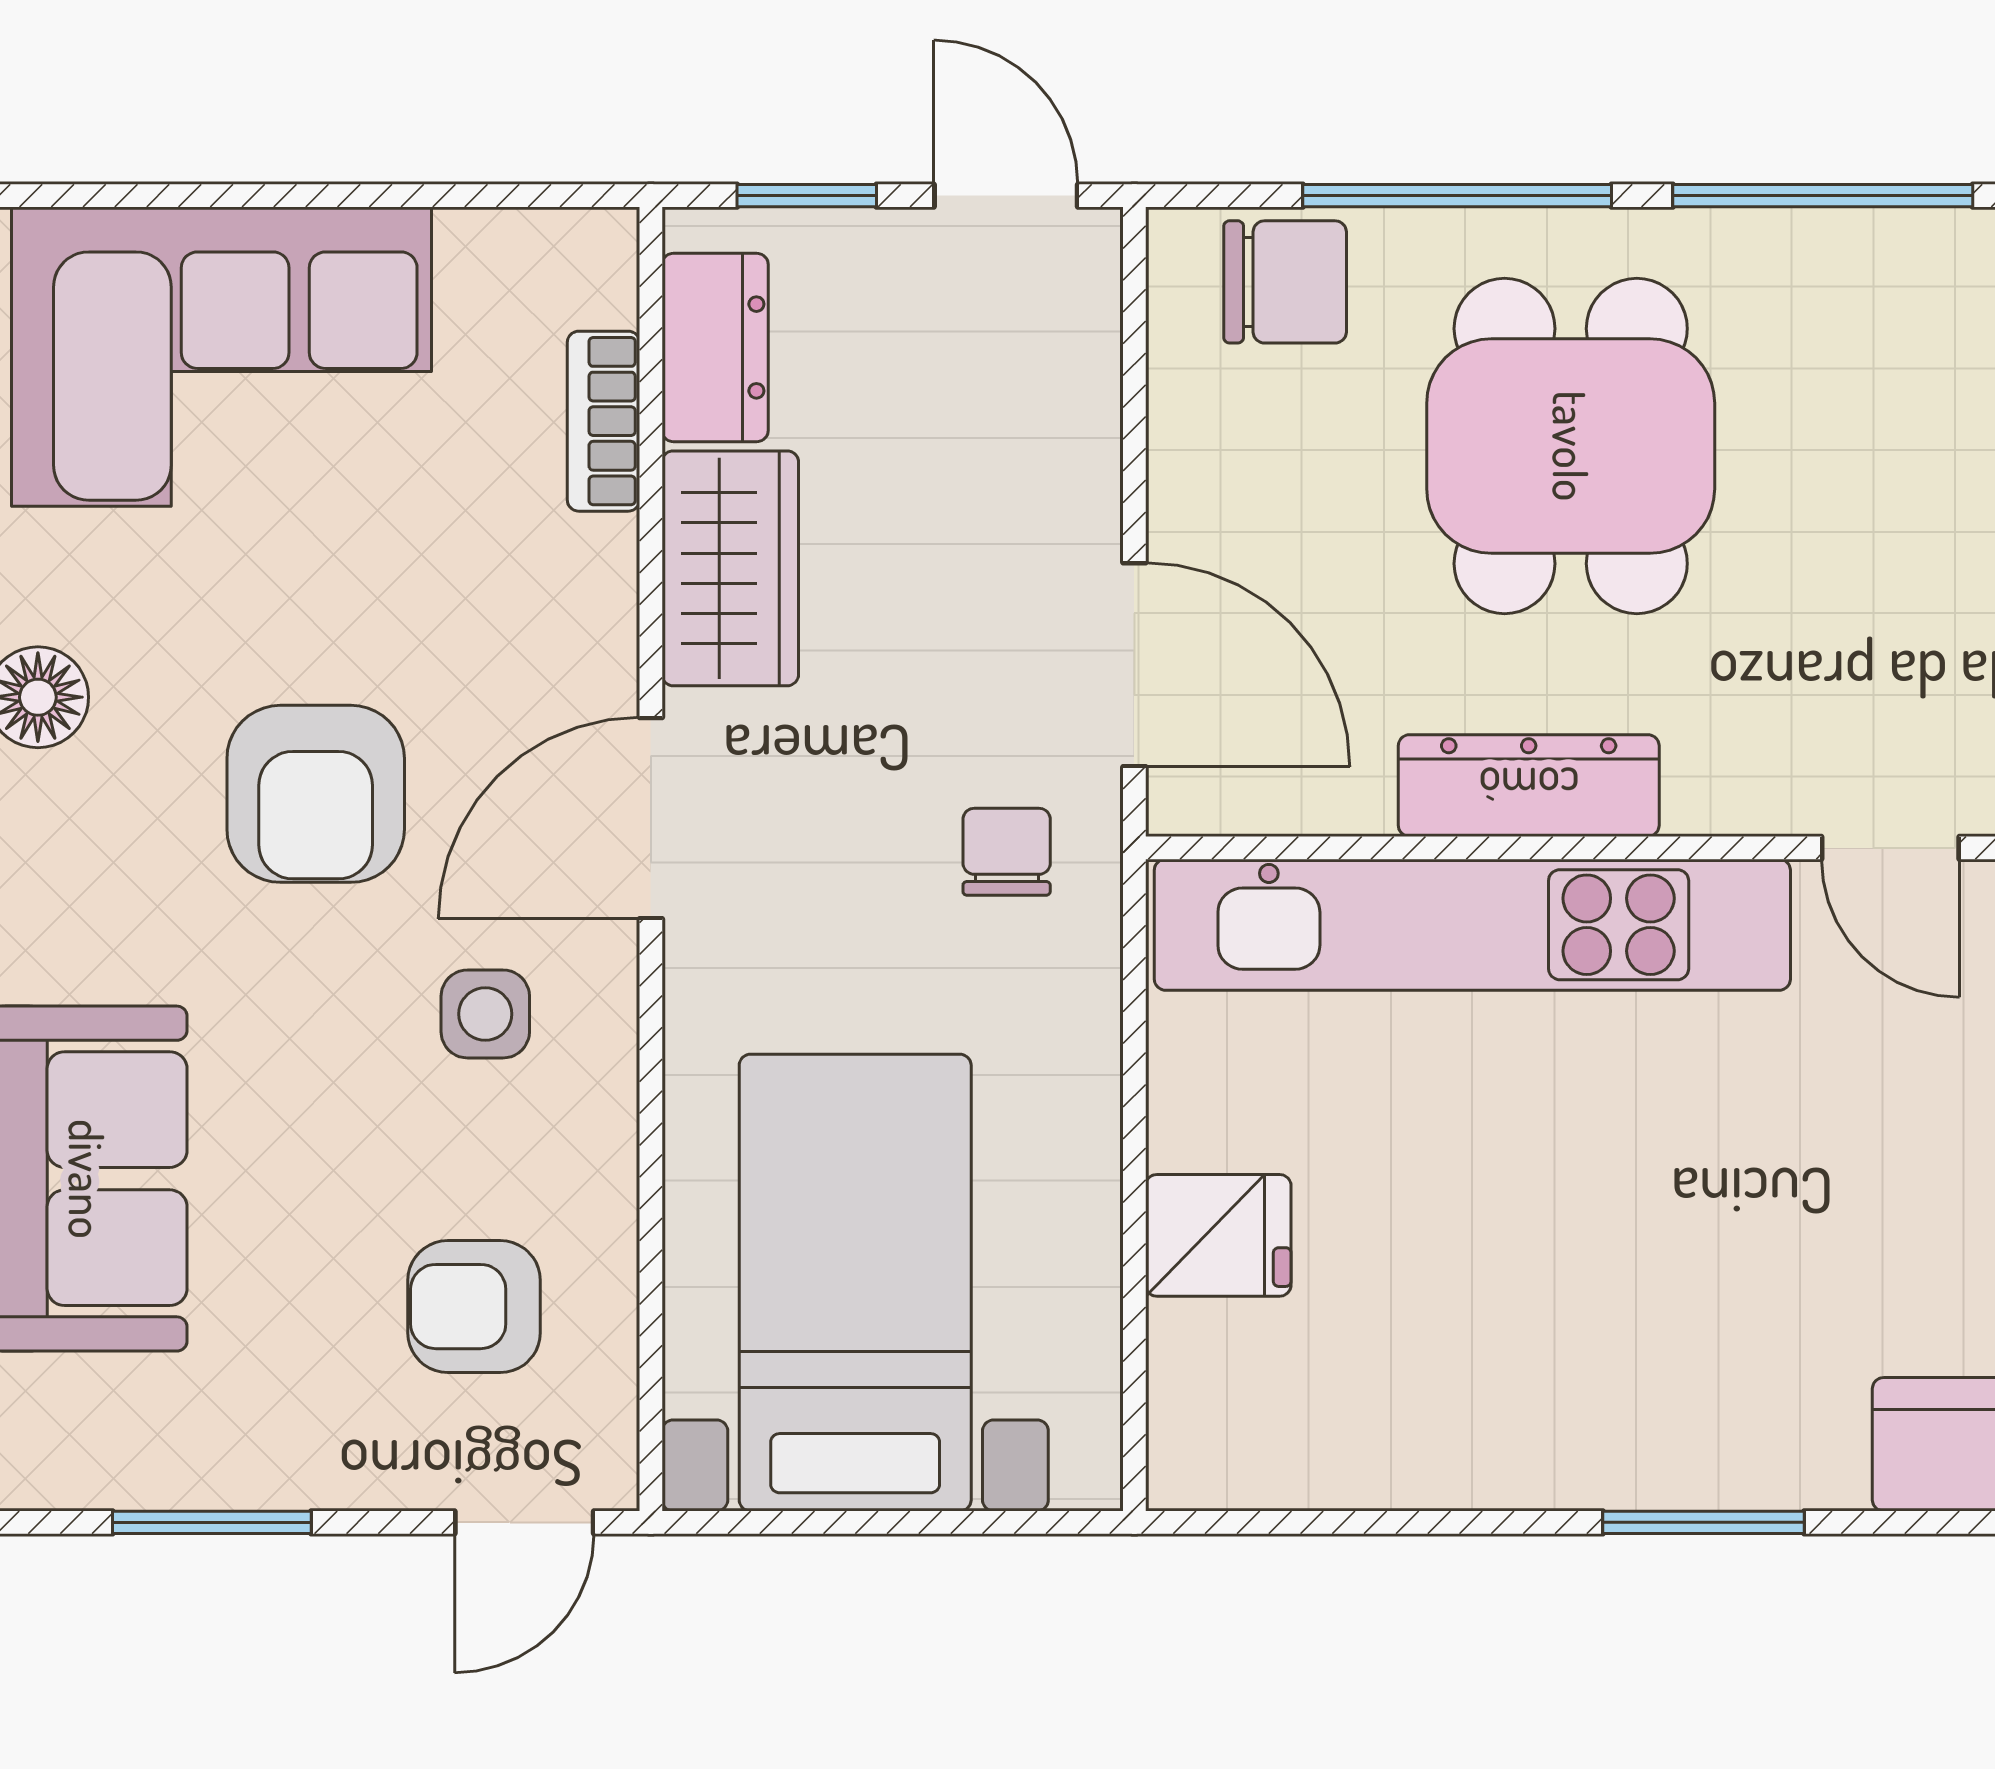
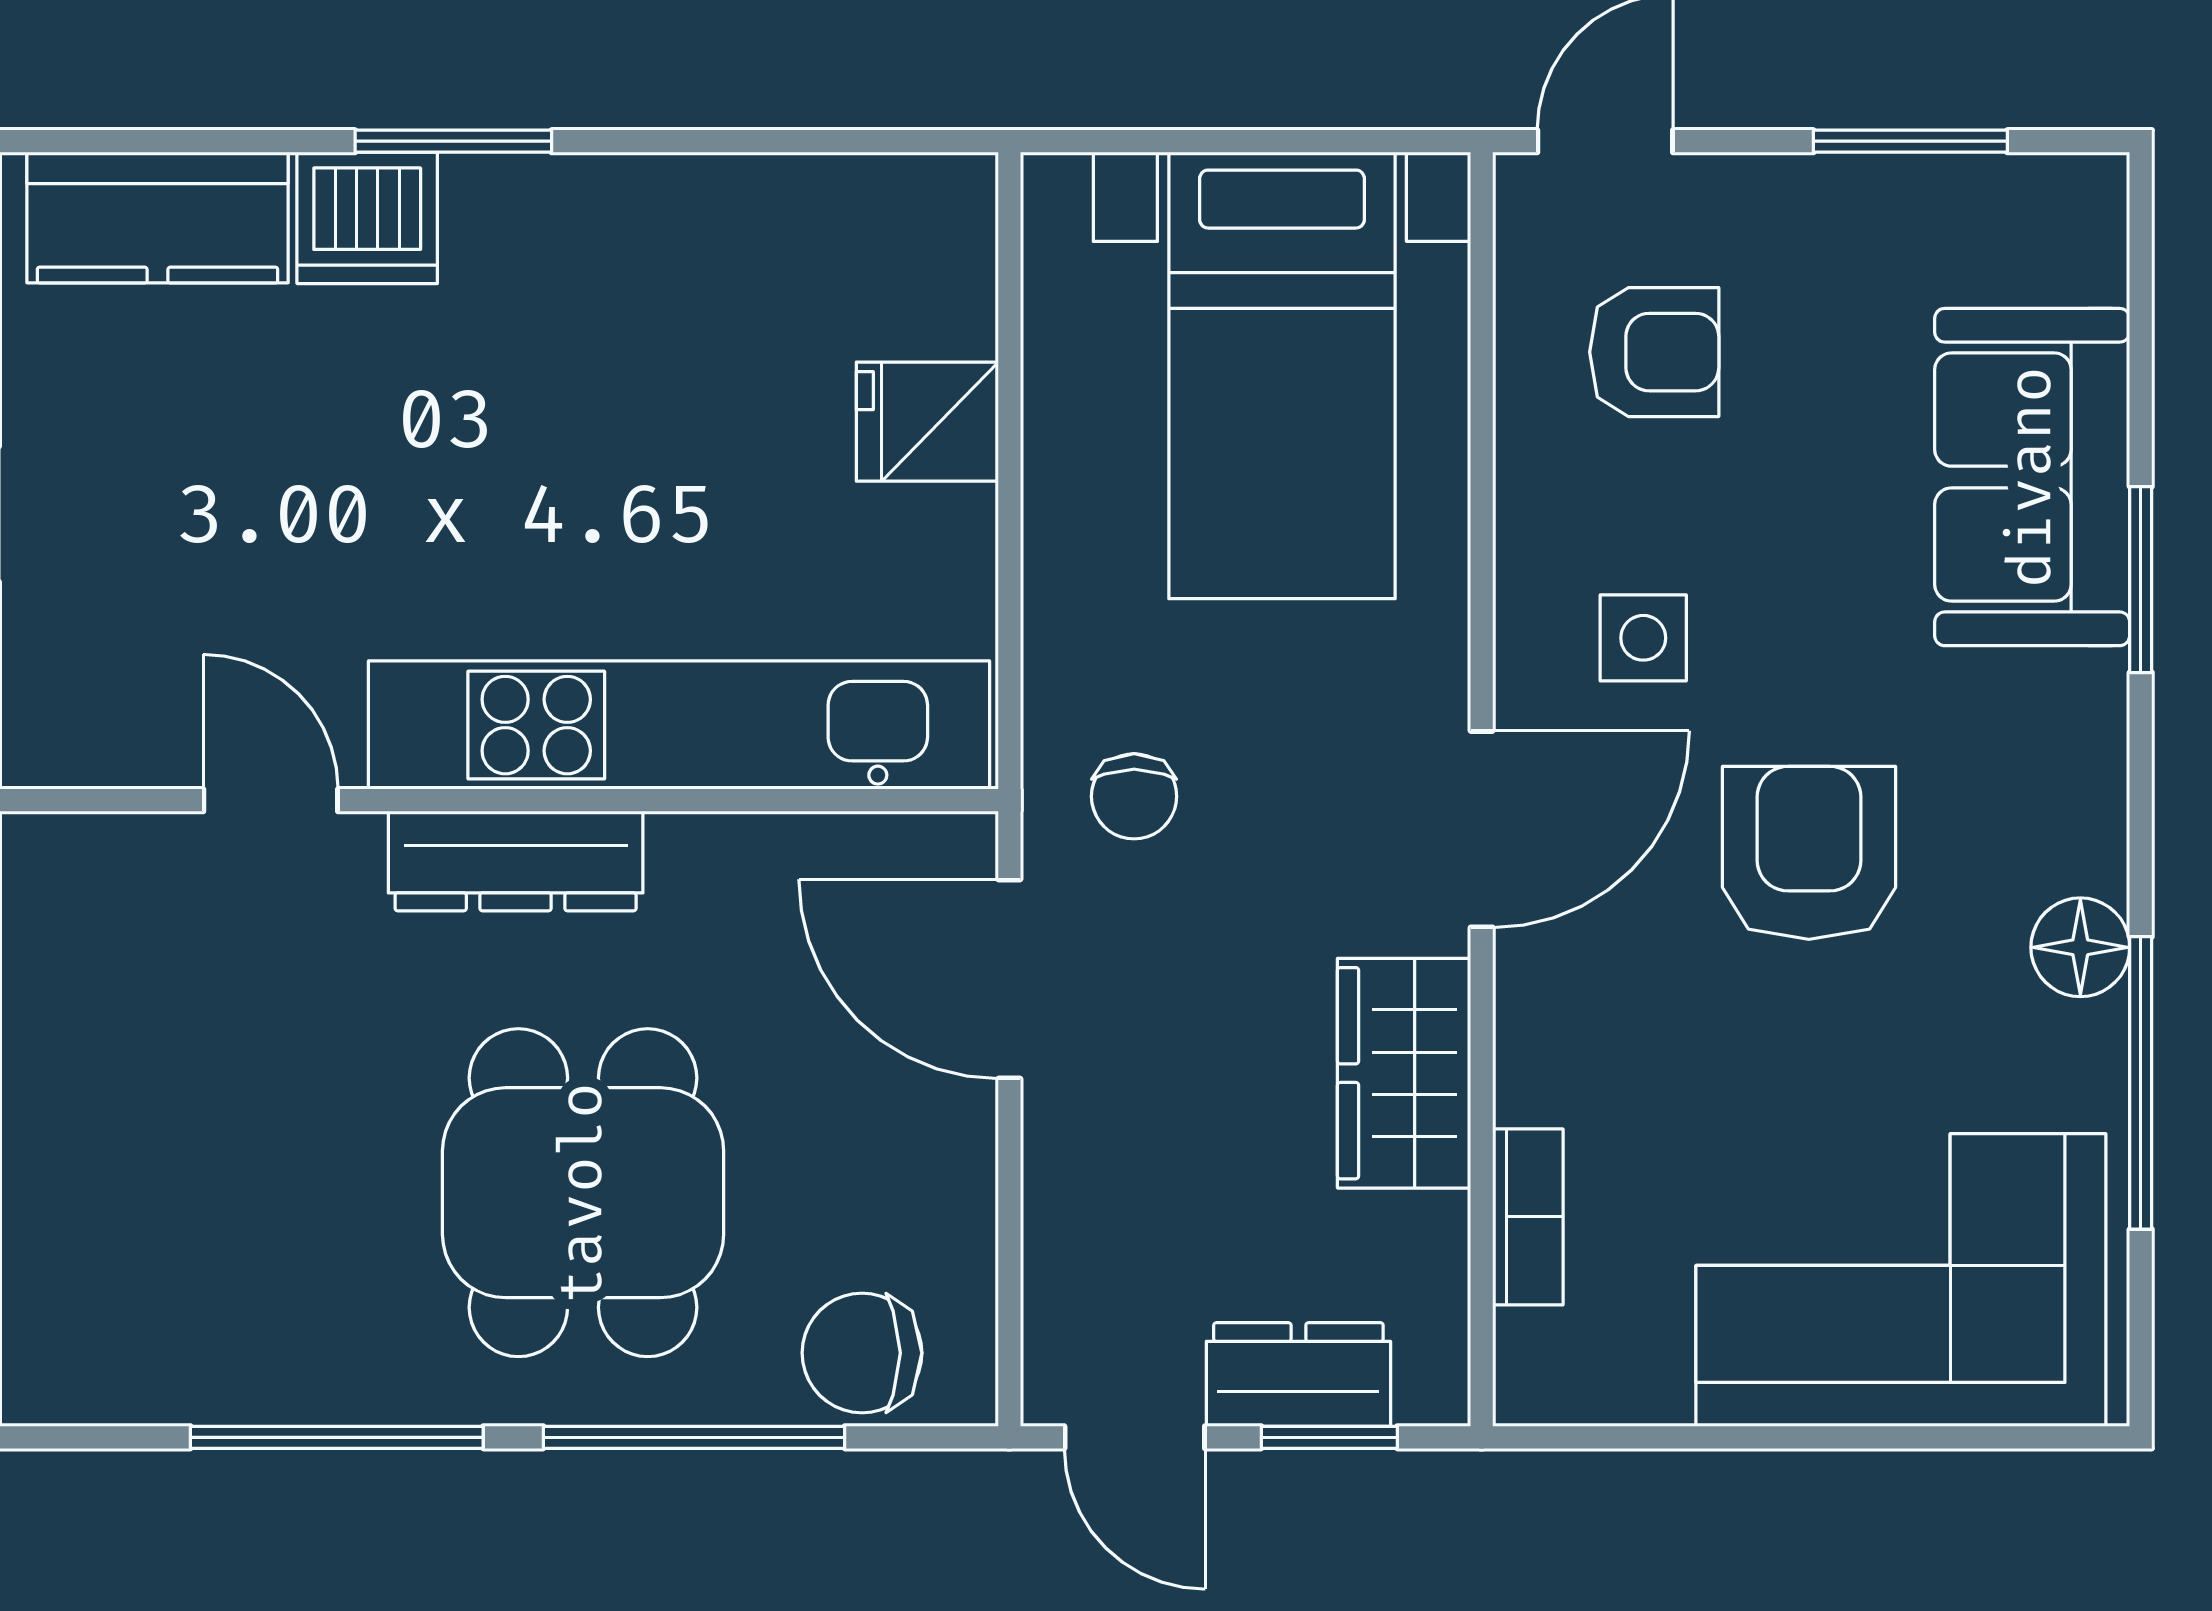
dresser: (715, 347) -> (1298, 1375), moved, turned 90
dresser: (1529, 786) -> (516, 861), moved
dishwasher: (1792, 1444) -> (367, 218), added

